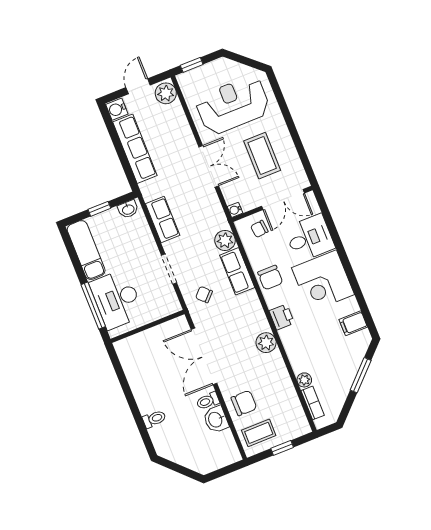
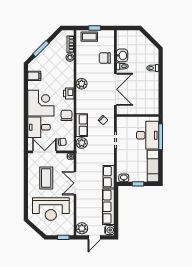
row of seats: (163, 220) -> (109, 177), moved
coffee table: (259, 433) -> (89, 37), moved

